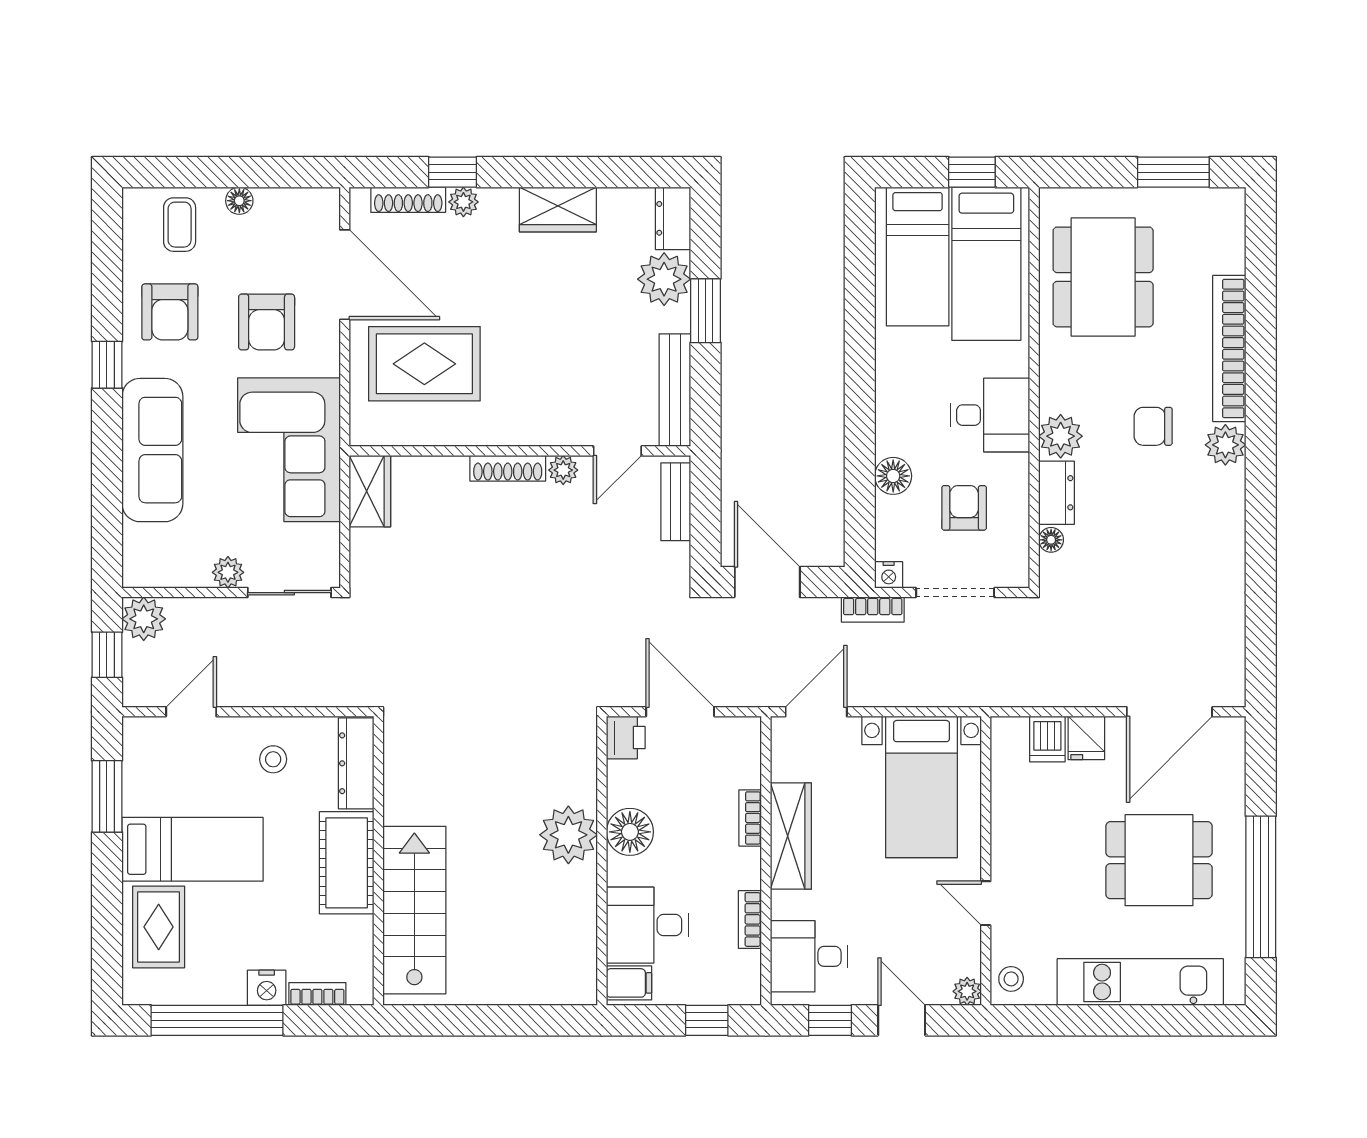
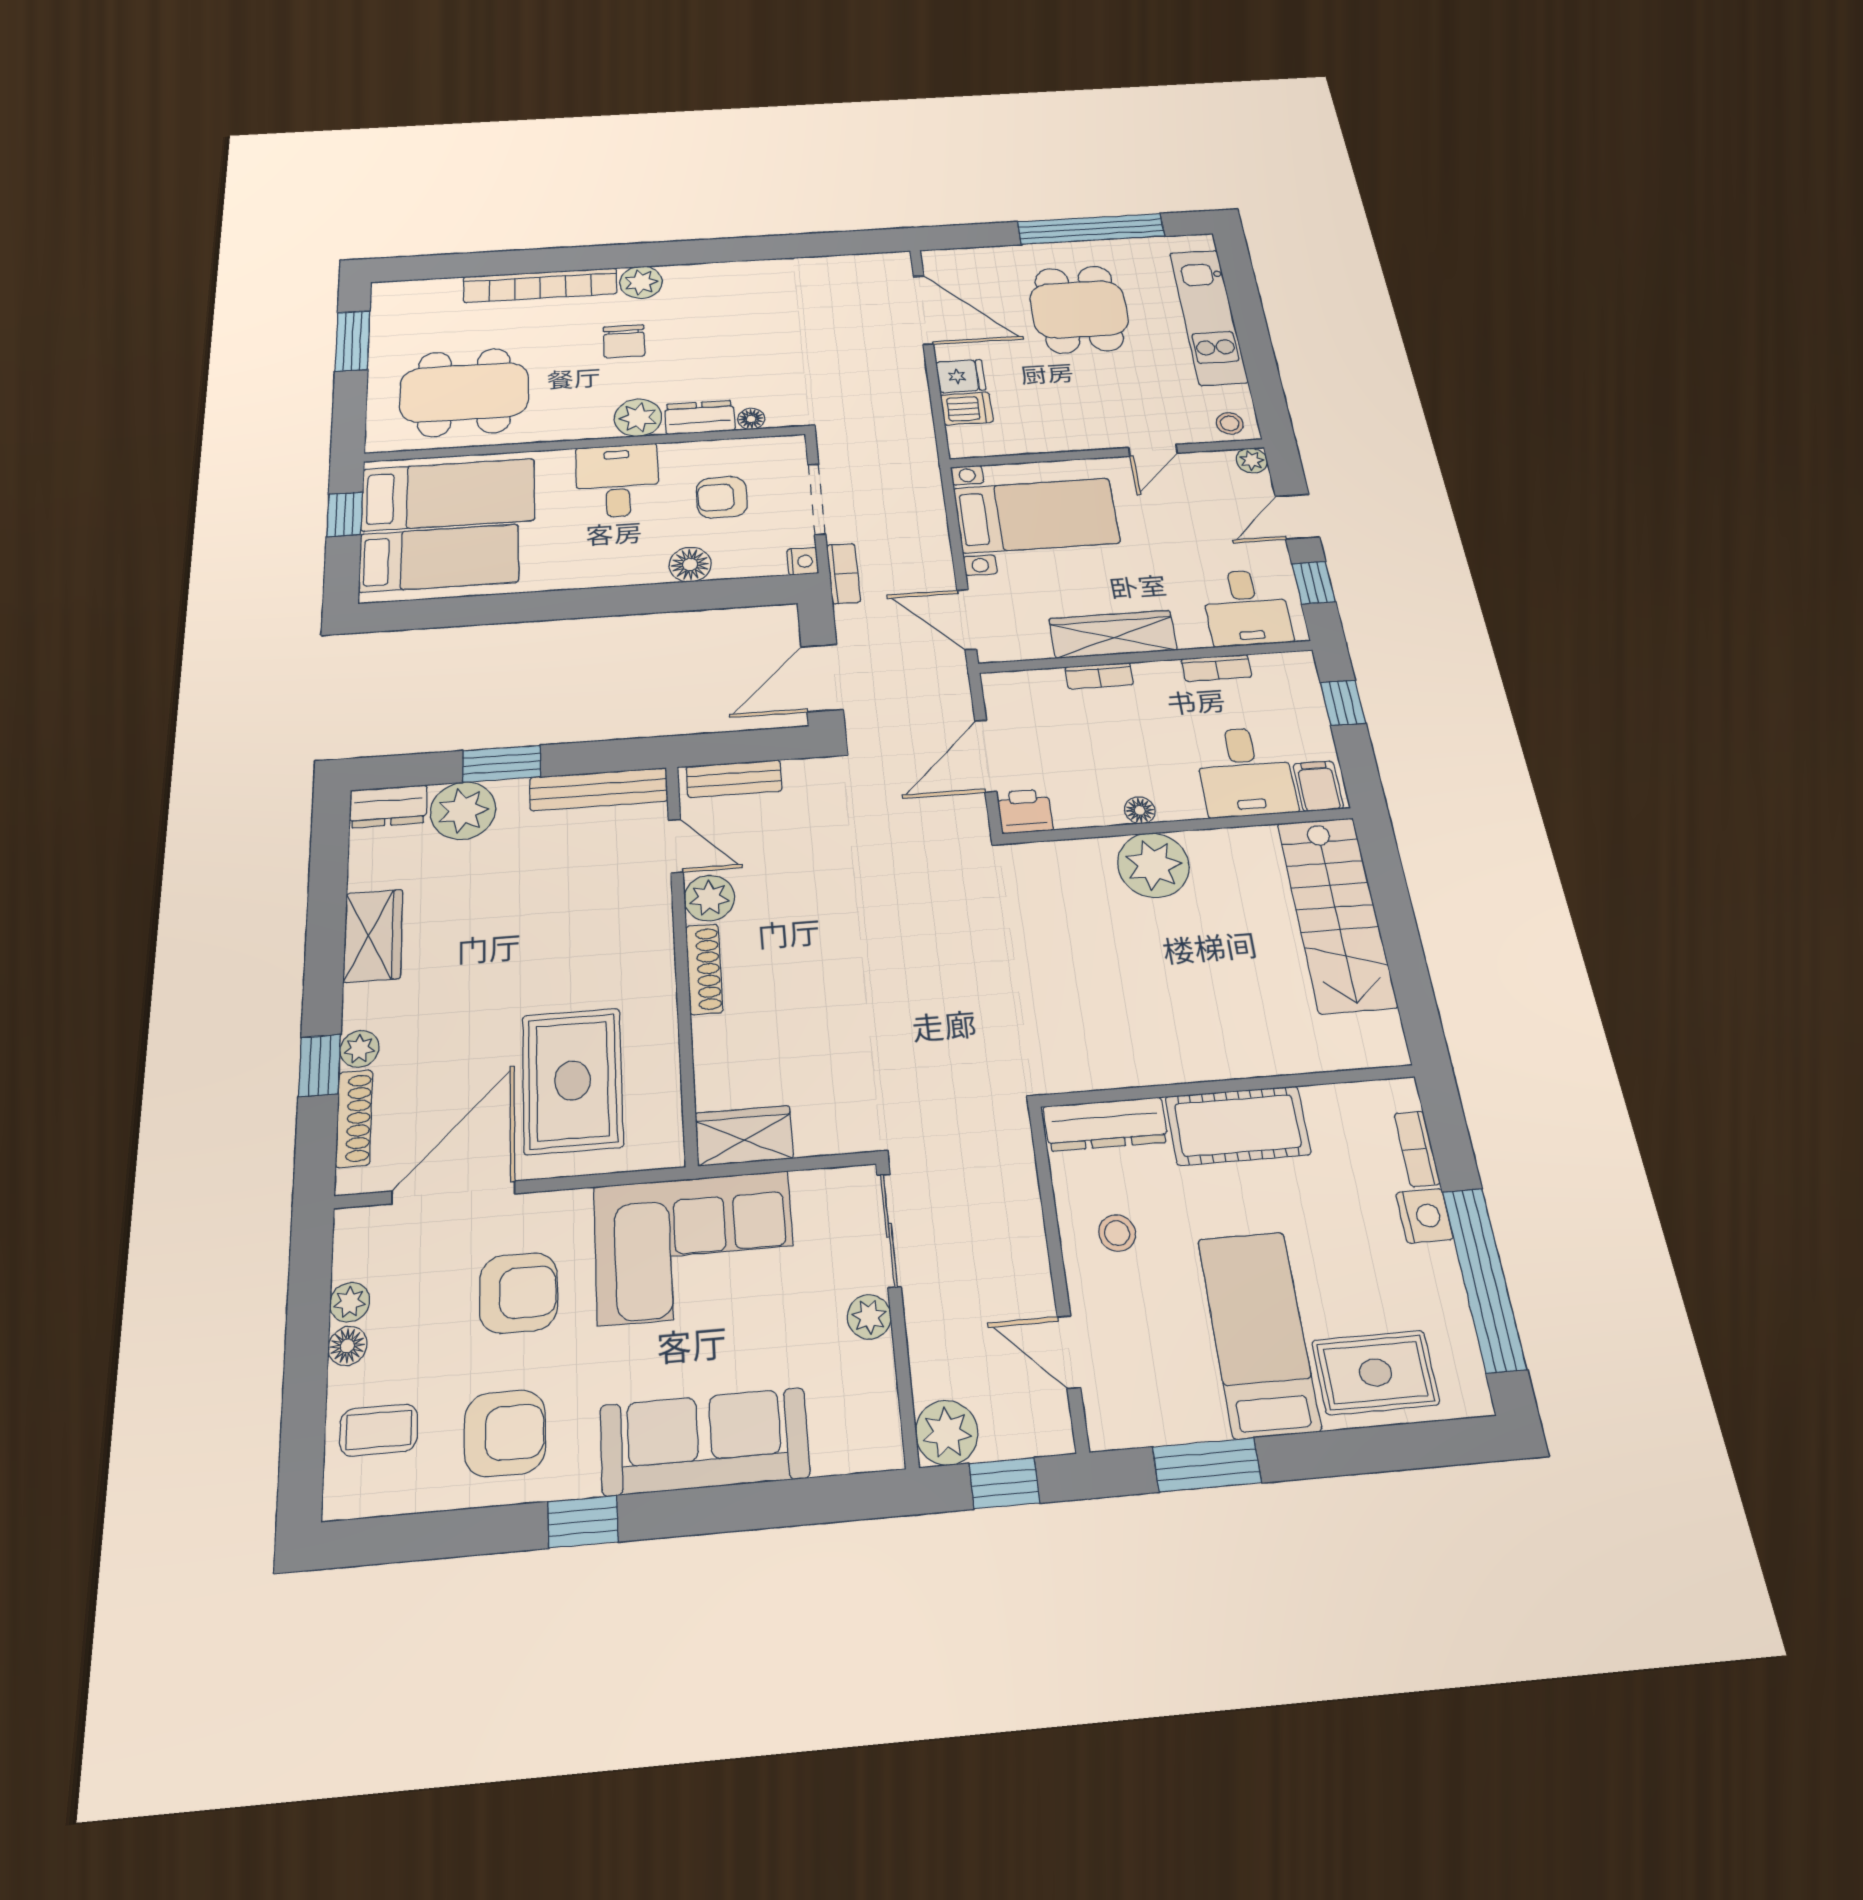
plant: (270, 201) -> (350, 1302), added
plant: (563, 470) -> (709, 898), width x1.38, depth x1.38
floor lamp: (630, 832) -> (1140, 810), width x0.53, depth x0.53
stairs: (414, 910) -> (1336, 914), moved, turned -90

